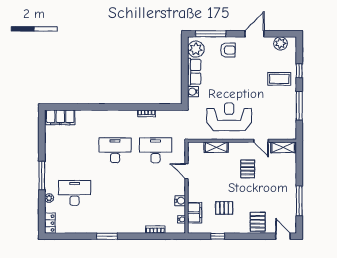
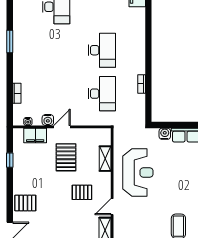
door: (187, 171) -> (62, 127), moved
pallet: (224, 208) -> (66, 157), moved, width x1.50, depth x1.42

